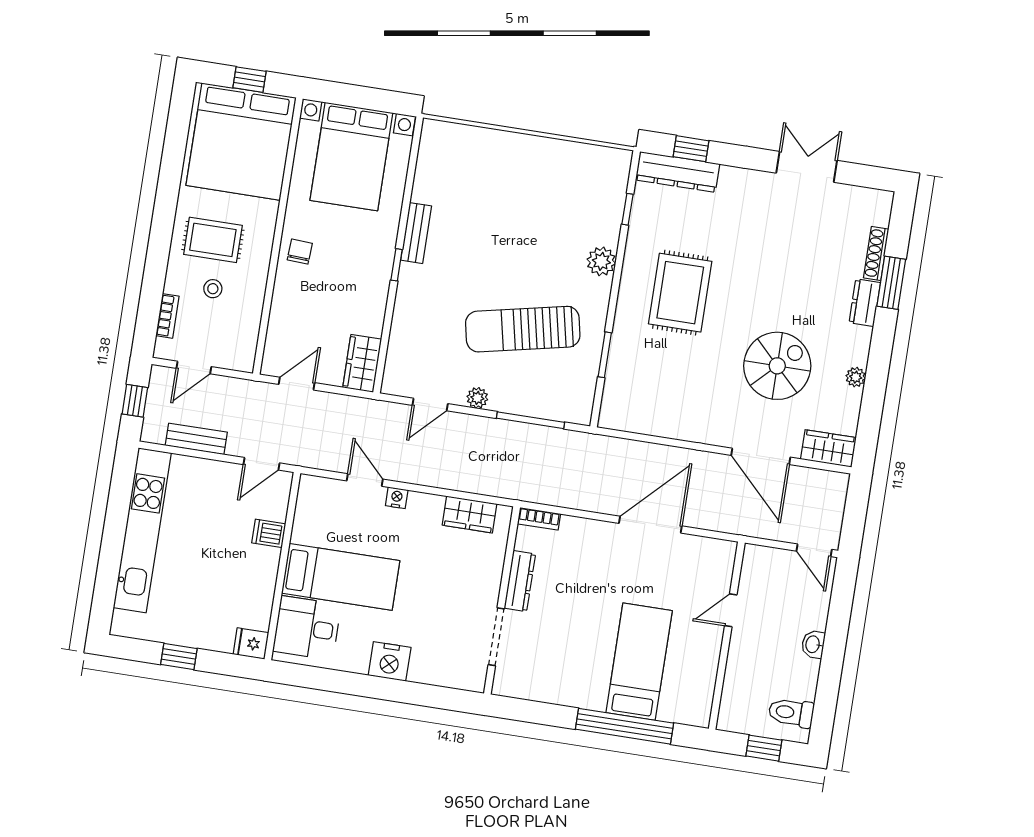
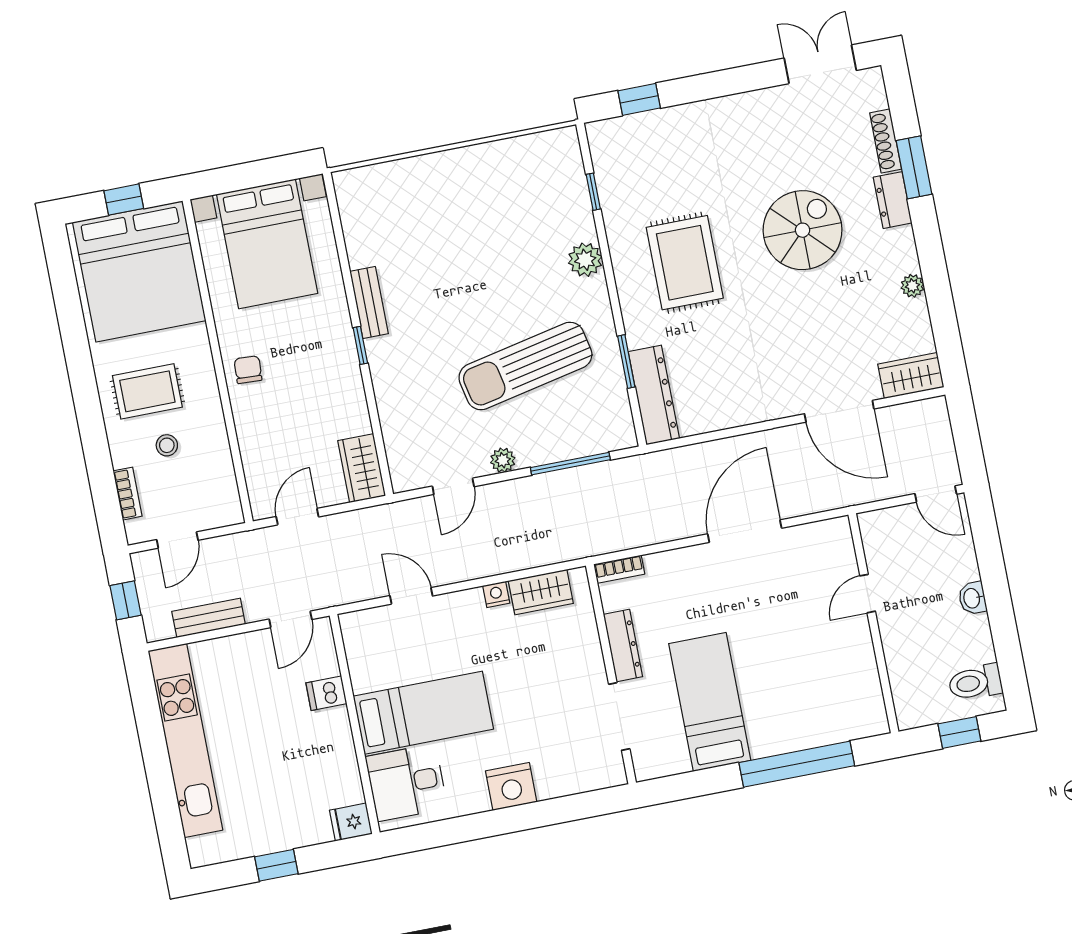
double door: (807, 167) -> (820, 64), moved
dresser: (678, 172) -> (654, 395), moved, turned -90
spiral stairs: (777, 366) -> (803, 230), moved
nightstand: (397, 498) -> (496, 594), moved
bed: (639, 662) -> (710, 702), moved

